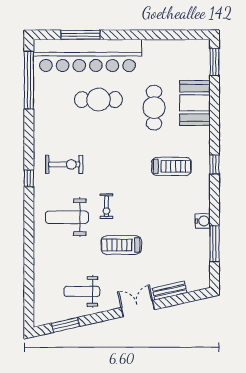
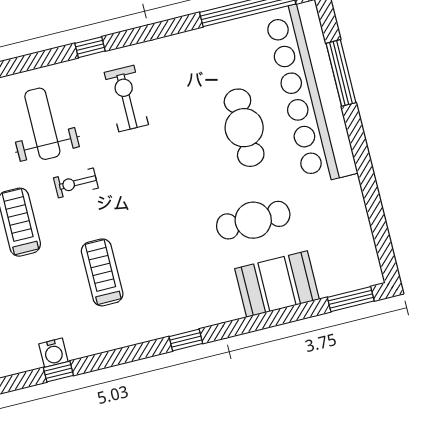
exercise bike: (64, 164) -> (126, 99), turned 180
treadmill: (171, 166) -> (102, 272), moved, turned 180
water cooler: (203, 221) -> (53, 353), moved
window: (214, 244) -> (58, 371), width x0.46

